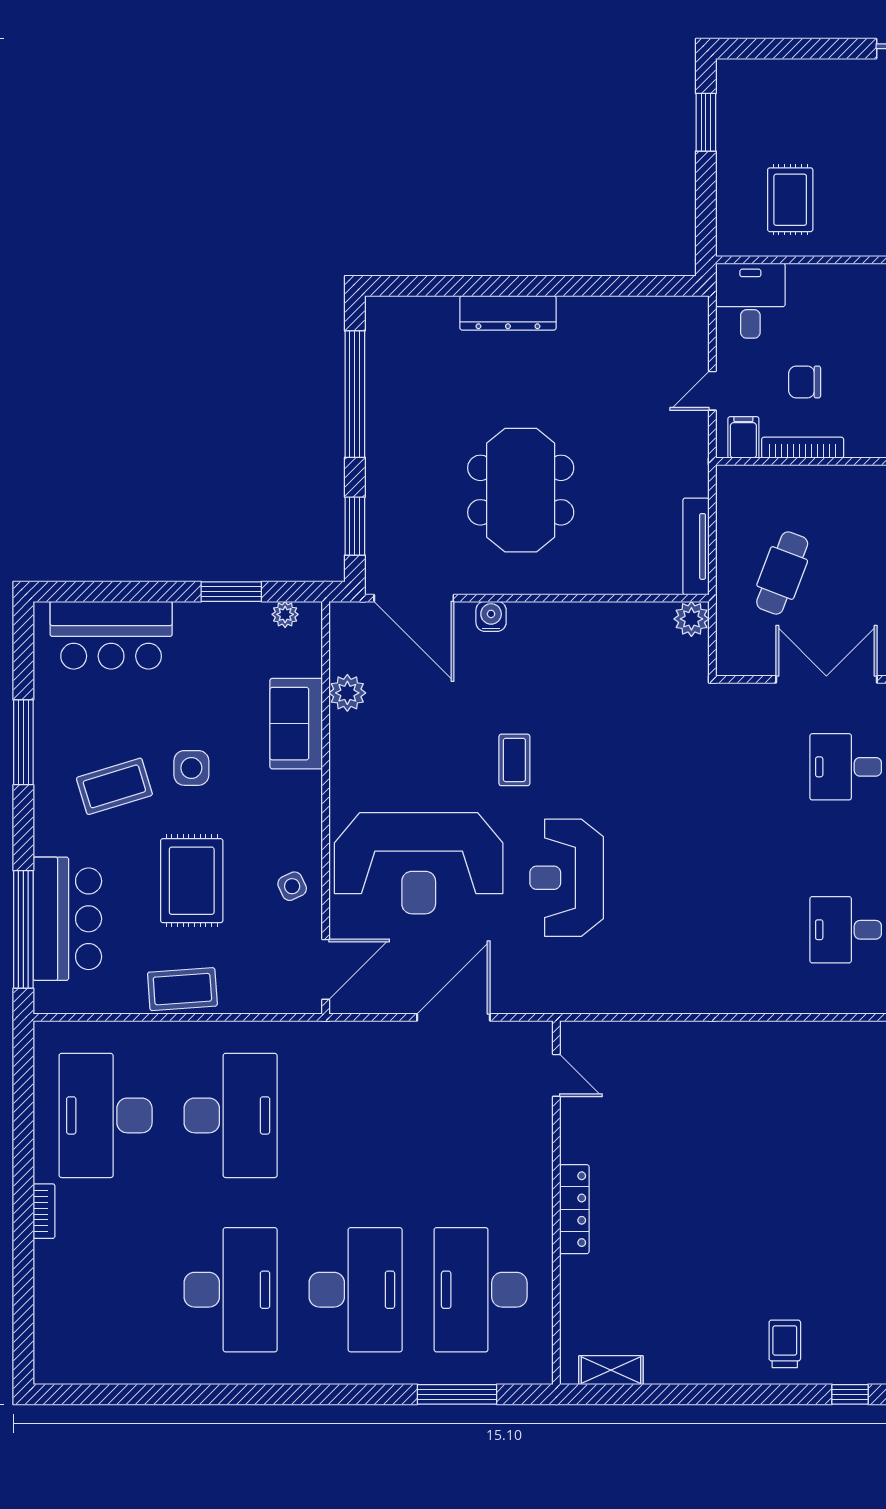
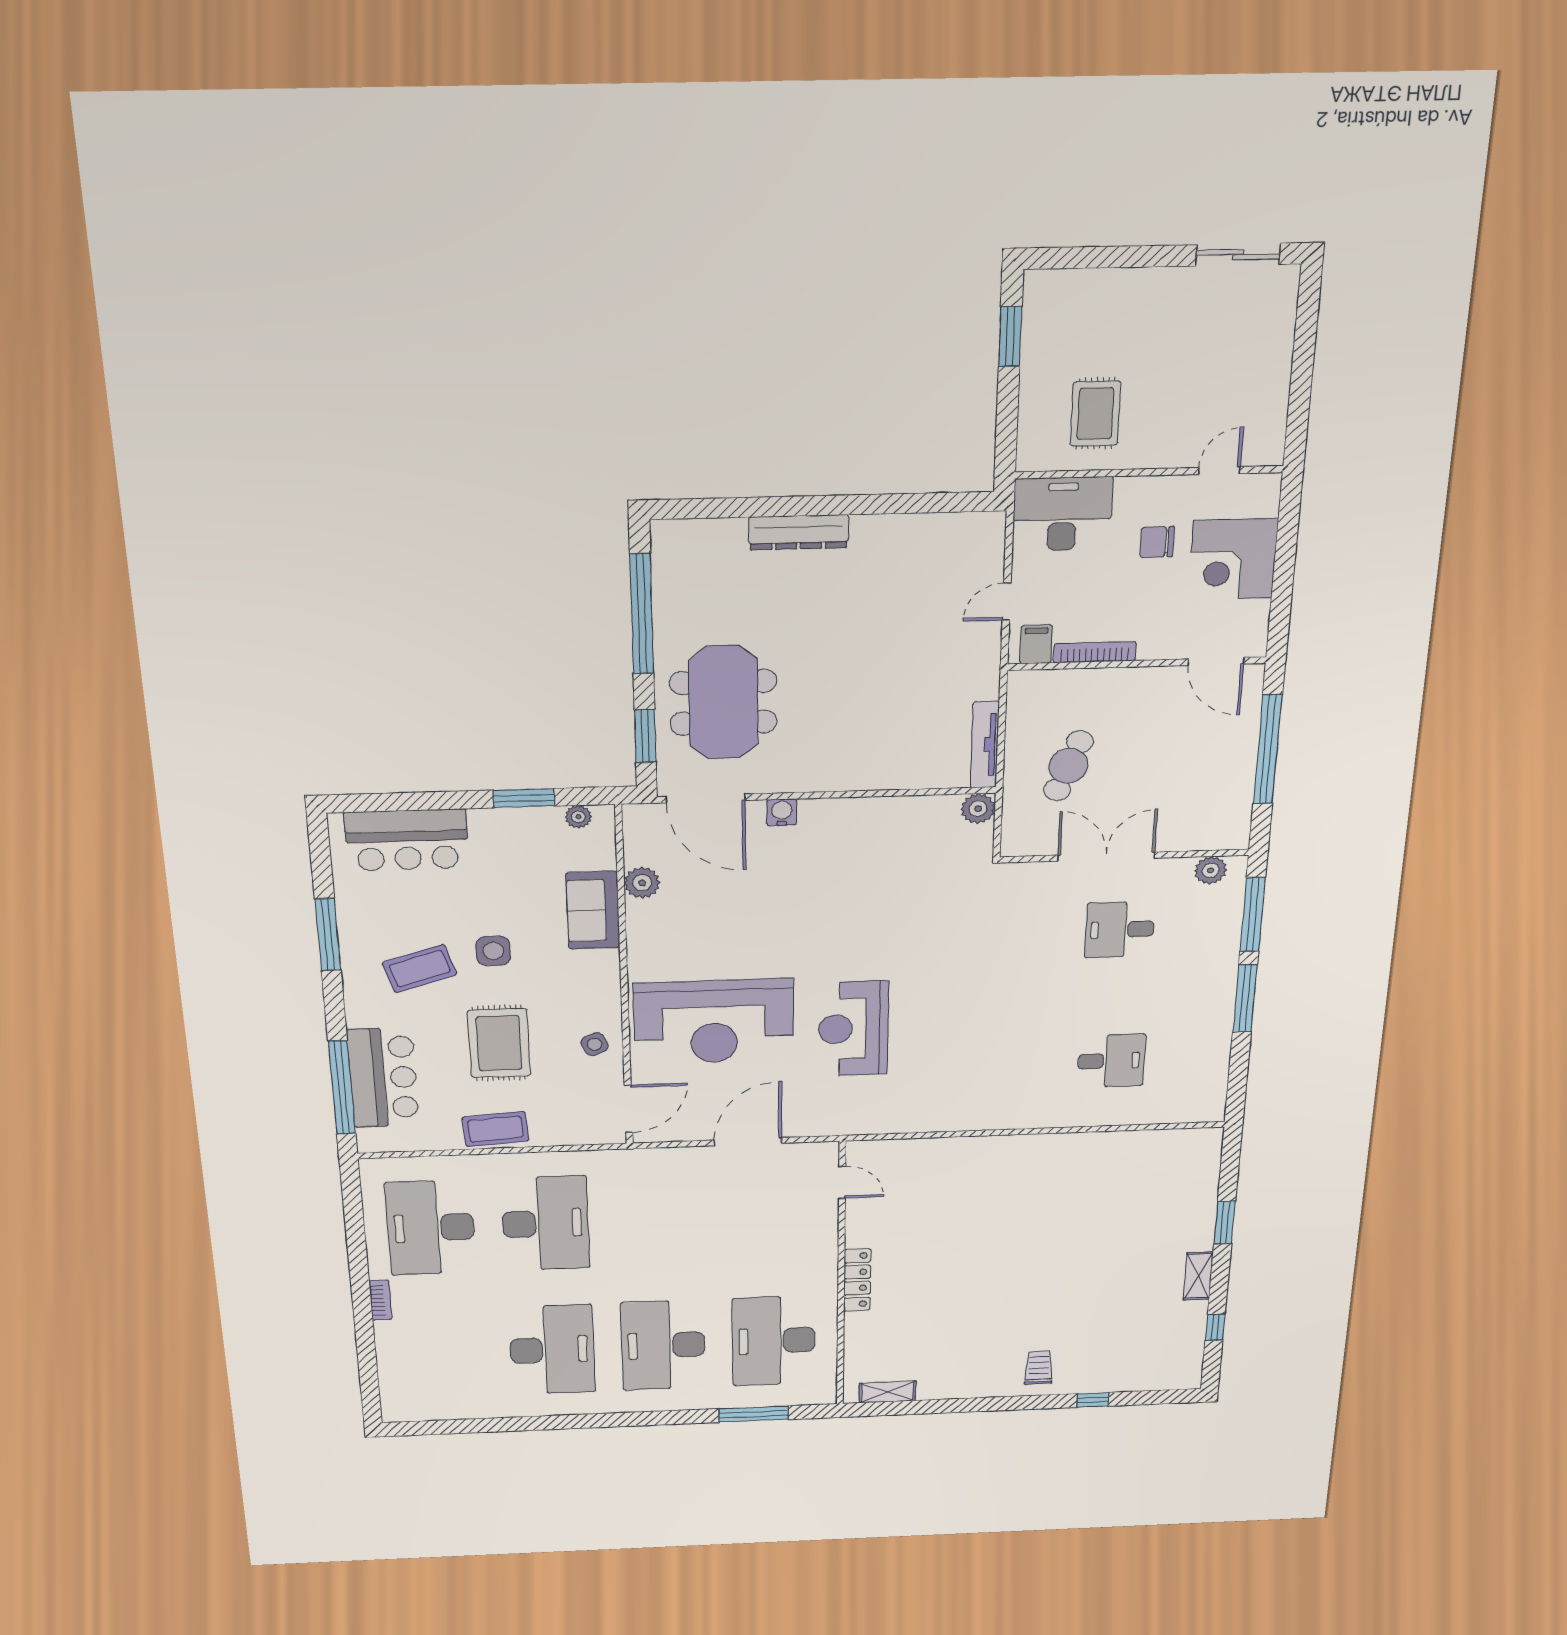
desk: (750, 301) -> (1062, 514), width x1.37
chair: (805, 382) -> (1157, 542), moved
meeting table: (521, 490) -> (723, 702), moved
coffee table: (514, 760) -> (804, 934), removed
desk: (846, 930) -> (1111, 1061), turned 180
desk: (356, 1290) -> (663, 1345), turned 180

